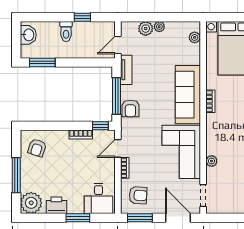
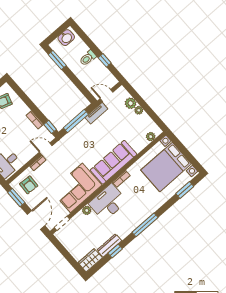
armchair: (130, 108) -> (76, 136), removed
desk: (222, 134) -> (108, 202), added

